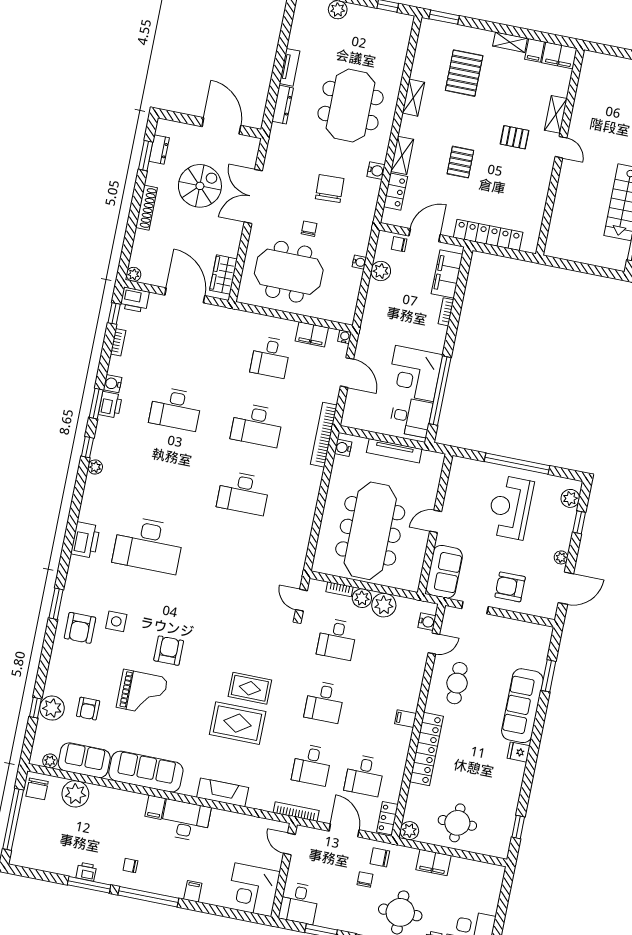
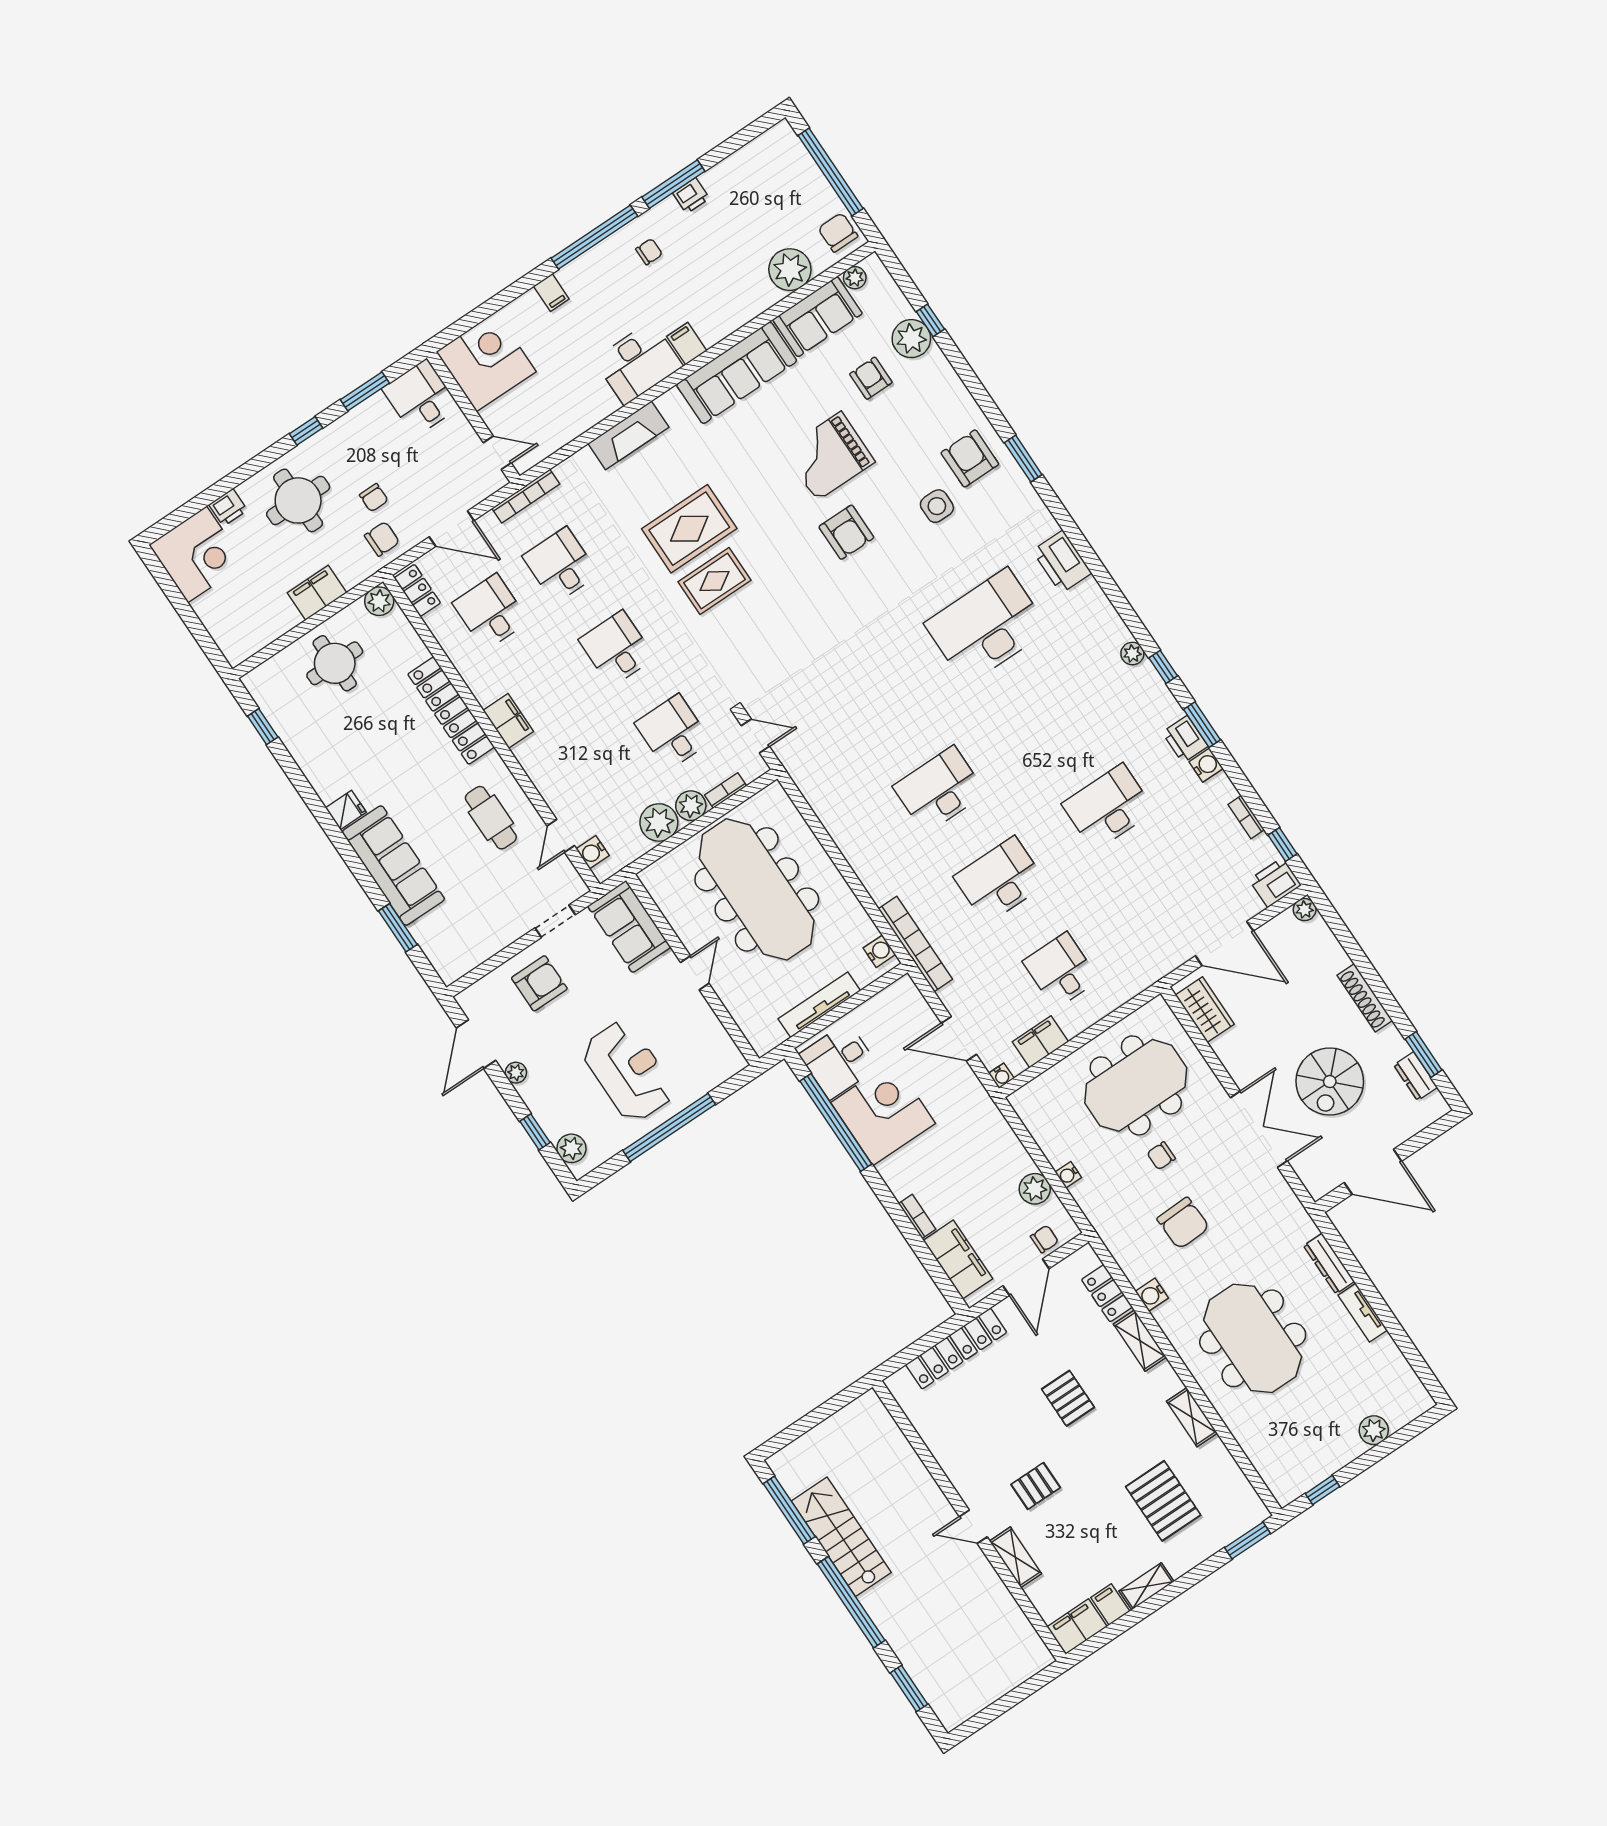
chair: (309, 229) -> (1161, 1156), turned 90
filing cabinet: (406, 719) -> (508, 721), width x2.00

